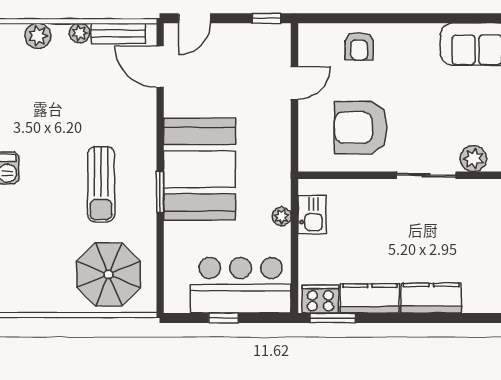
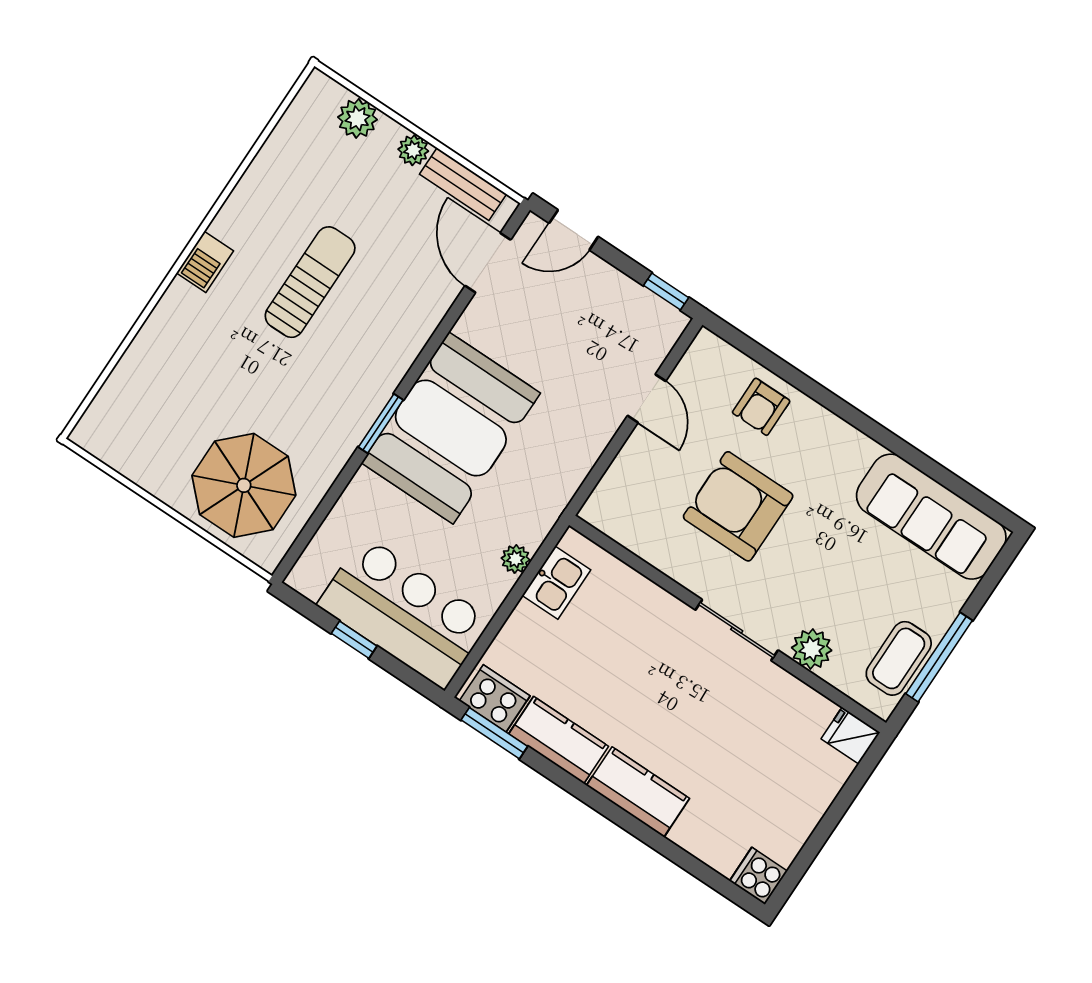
door: (294, 83) -> (647, 398), hinge flipped
armchair: (361, 128) -> (738, 506), moved
sun lounger: (101, 184) -> (310, 282), moved, turned 180

